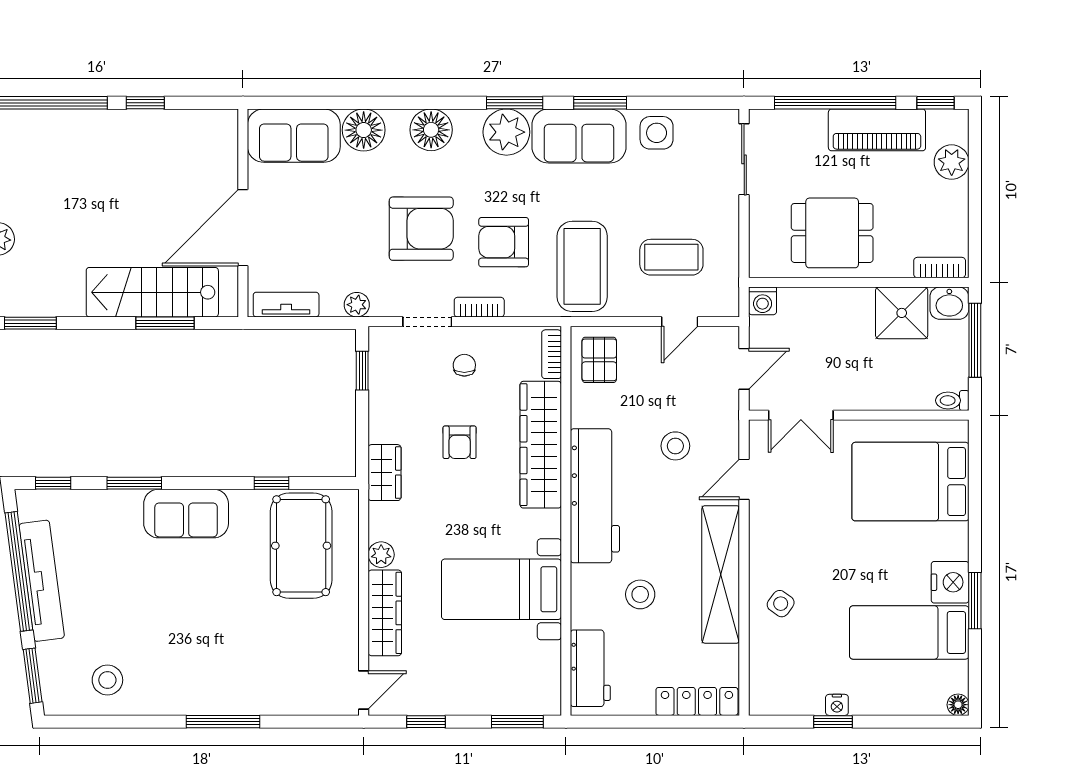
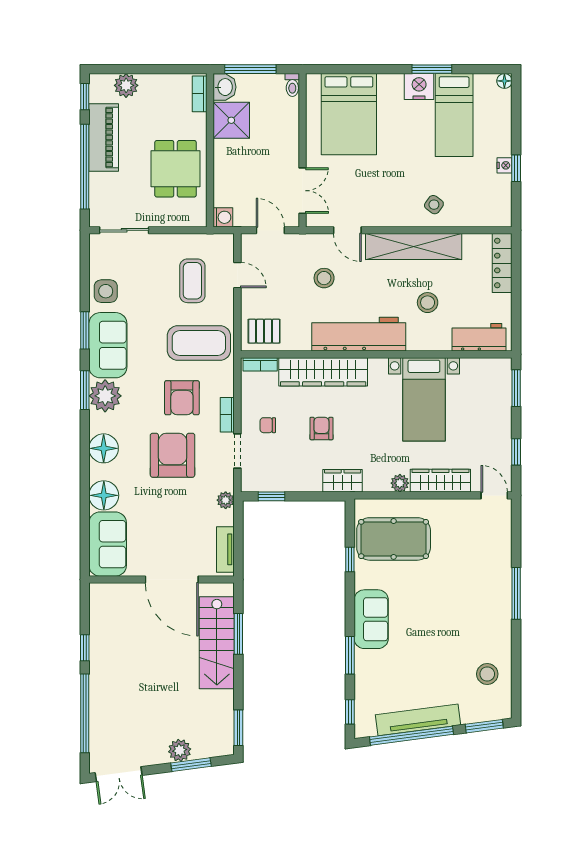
armchair: (460, 442) -> (321, 429), turned -90

